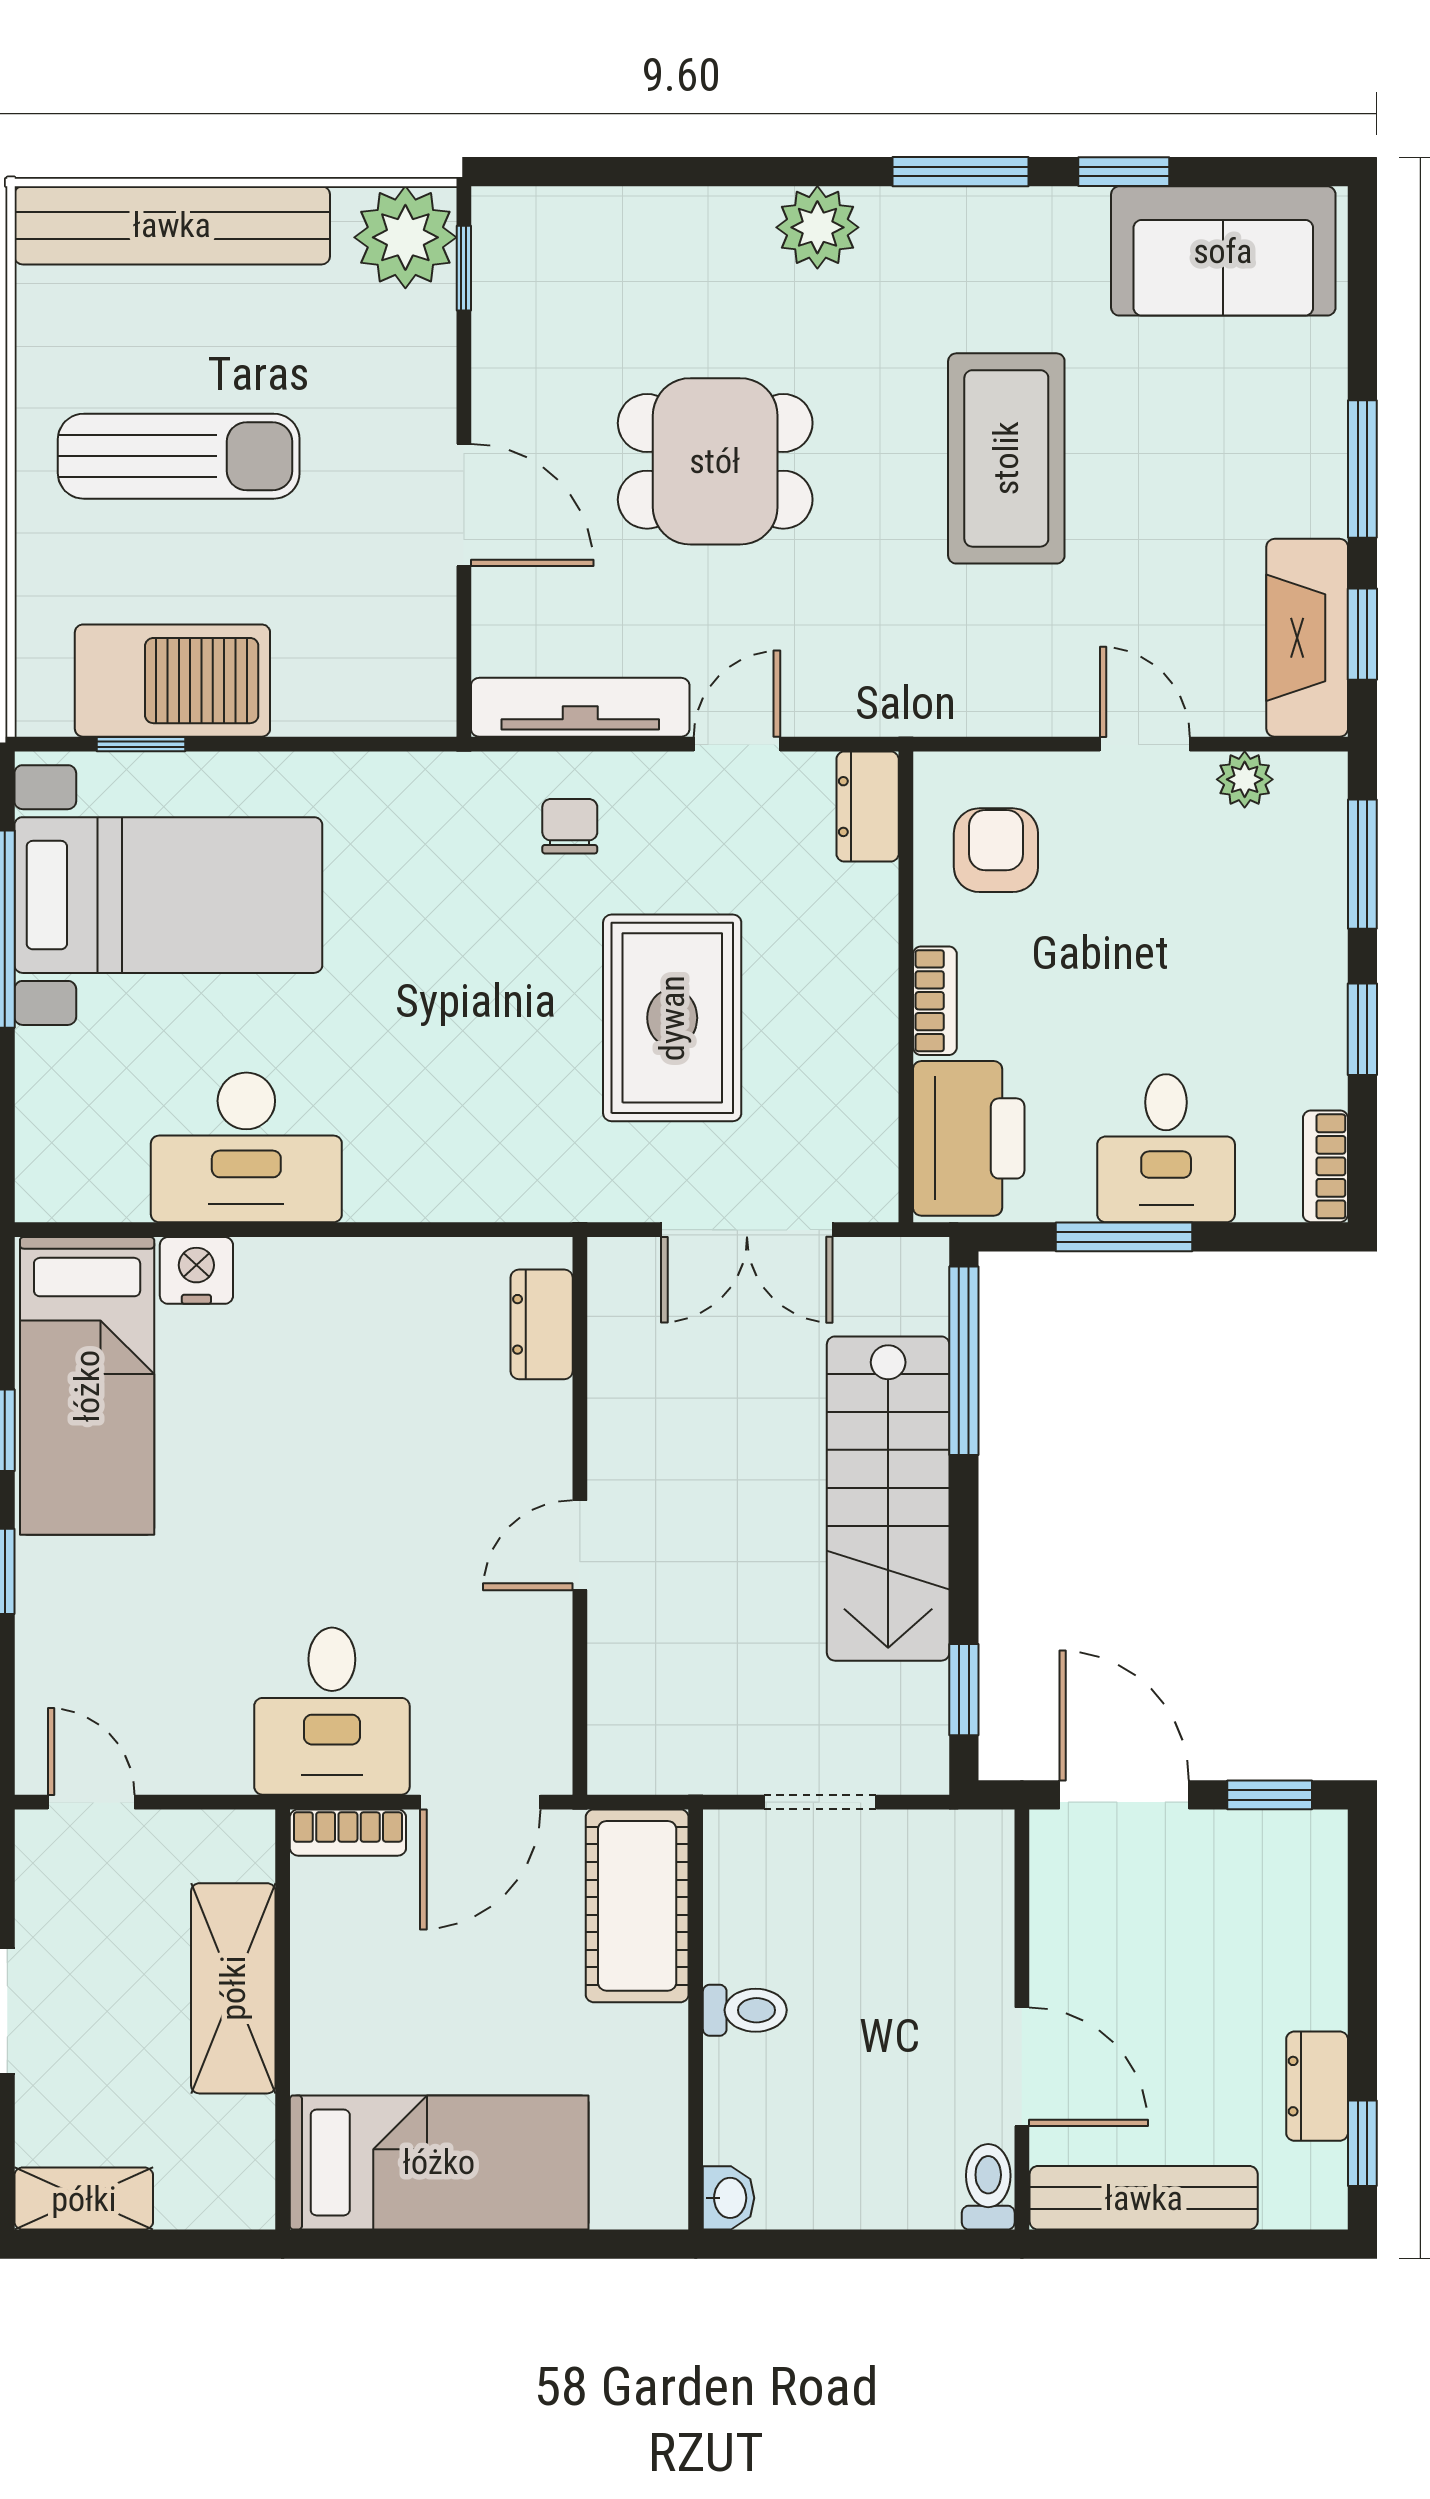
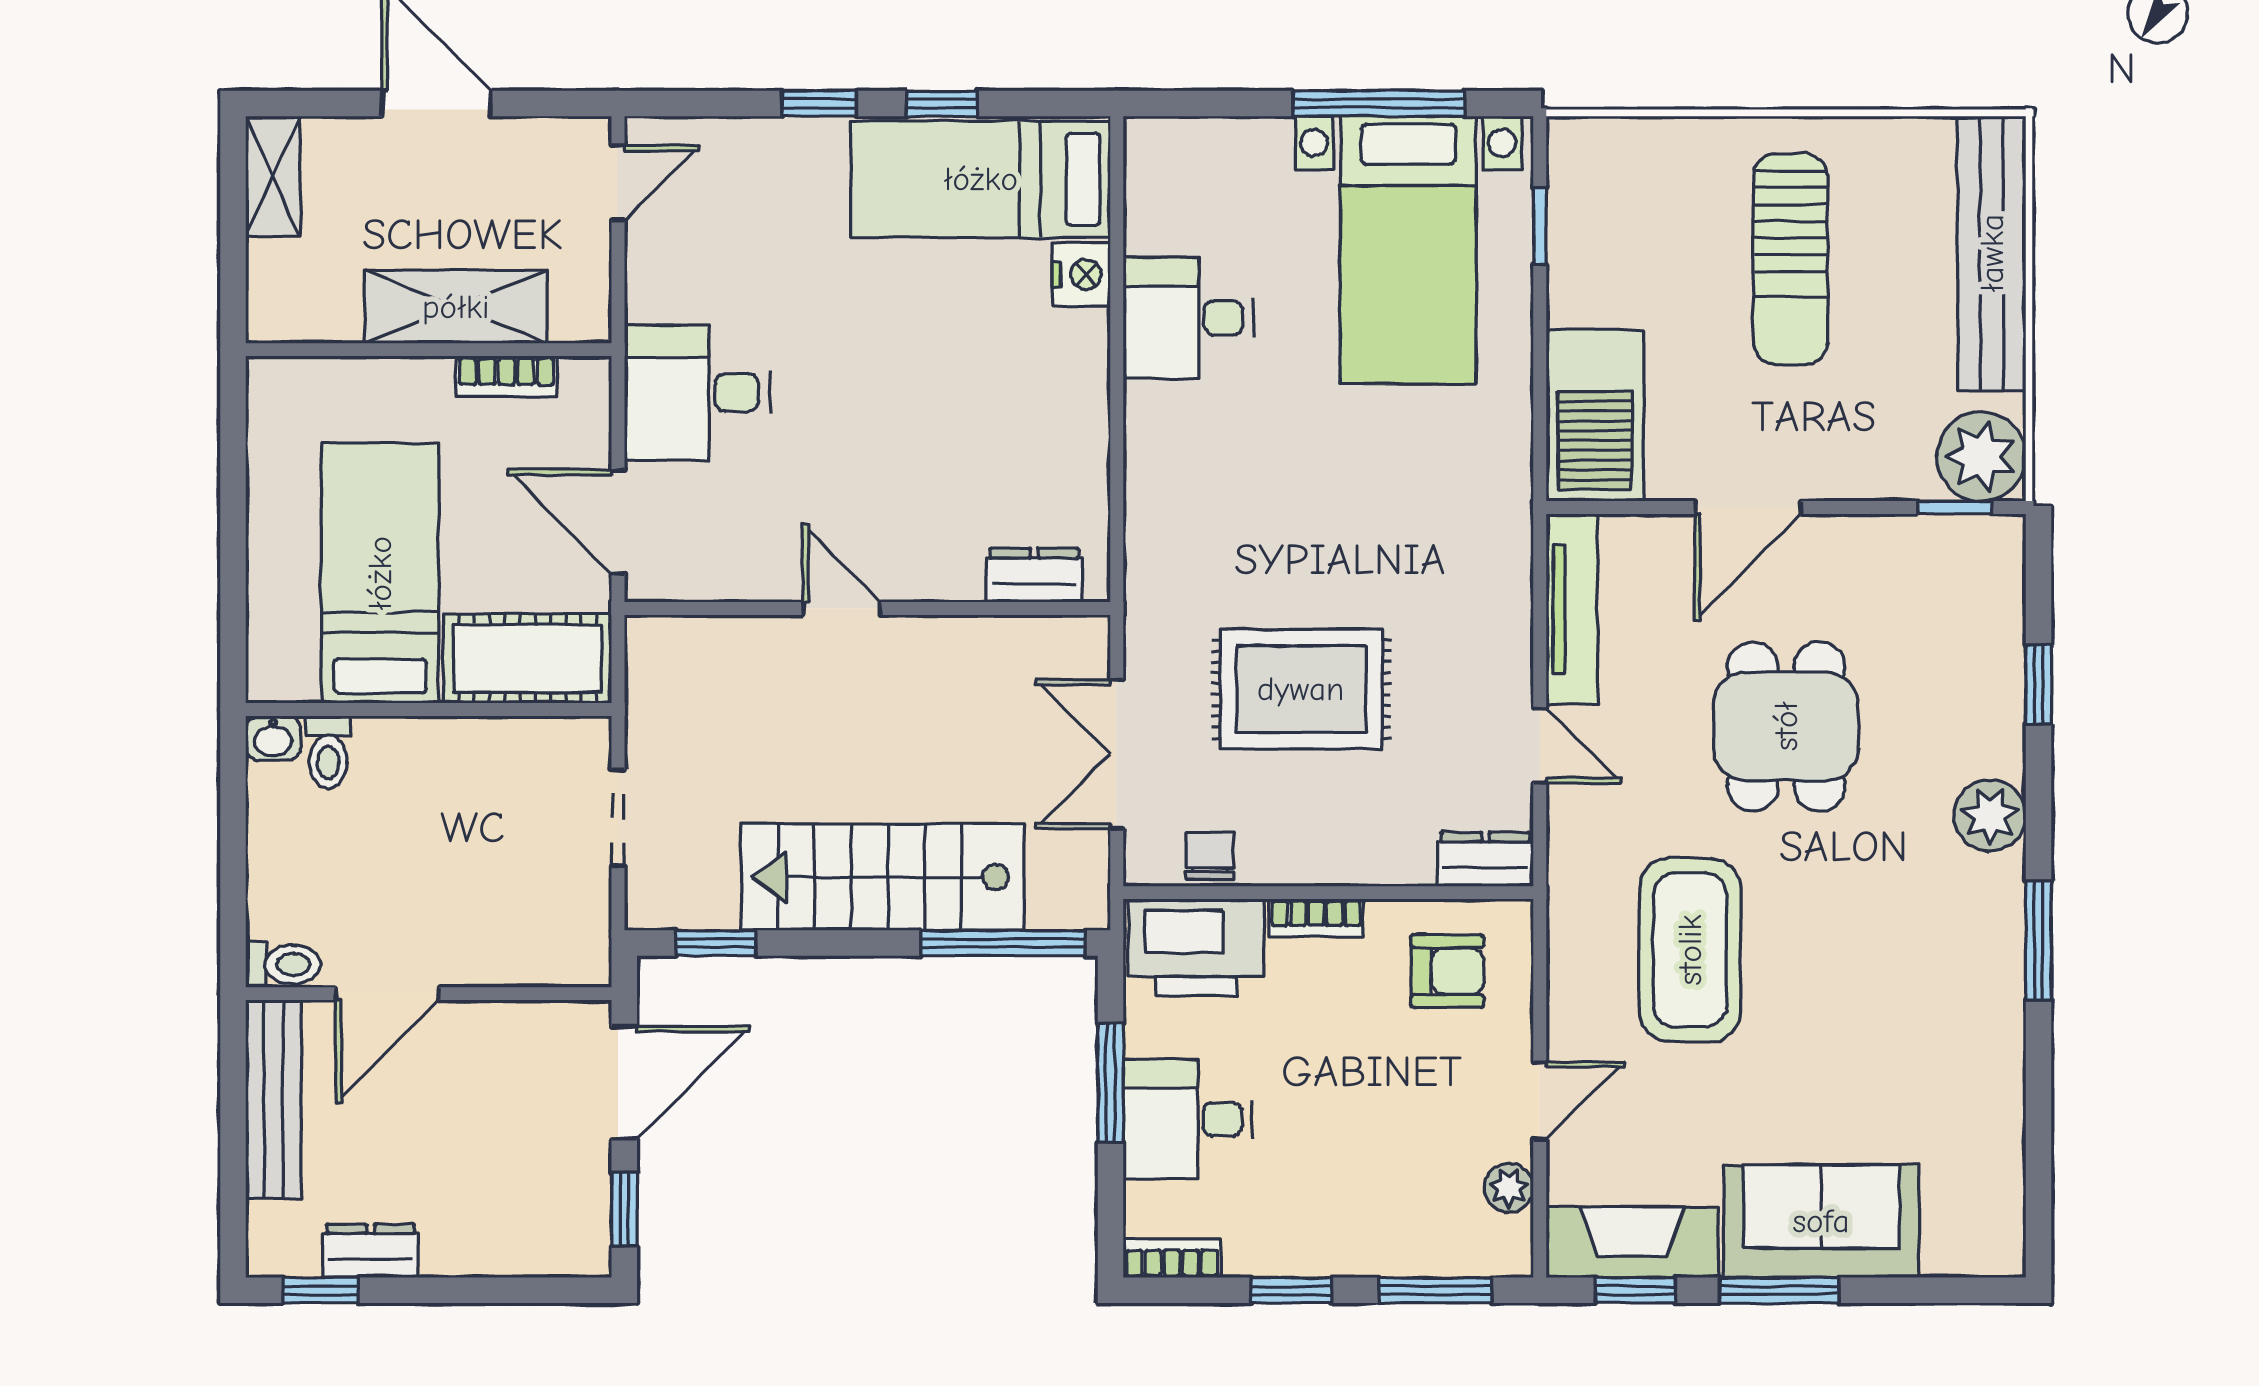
window: (1124, 172) -> (2038, 684), moved
sofa: (1223, 251) -> (1821, 1221), moved, turned 90
coffee table: (1006, 458) -> (1690, 950), moved, turned 90
barbecue: (172, 681) -> (1595, 415), moved
chair: (570, 826) -> (1210, 856), moved, turned -90
desk: (246, 1147) -> (1188, 318), width x0.73
bookcase: (348, 1833) -> (507, 376), moved, turned -90
toilet: (745, 2010) -> (328, 752), moved
bed: (439, 2162) -> (380, 573), moved, turned 180

